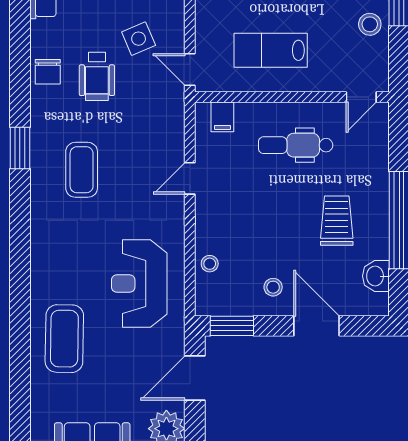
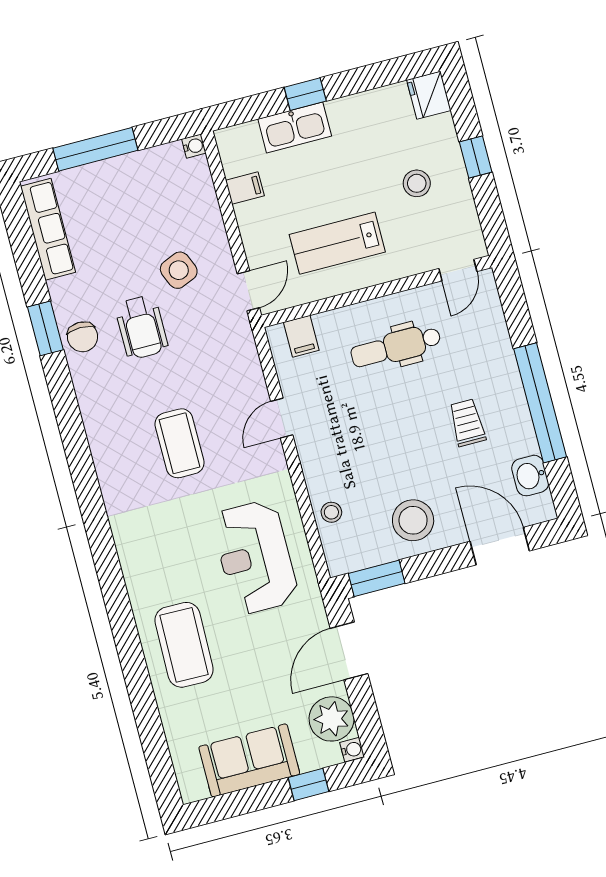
stool: (370, 24) -> (417, 183), moved
door: (190, 70) -> (248, 291), swing flipped
window: (20, 148) -> (45, 328), moved
coffee table: (82, 170) -> (180, 443), moved
trolley: (337, 221) -> (467, 423), width x0.73, depth x0.72
stool: (273, 287) -> (413, 520), width x1.89, depth x1.89
door: (317, 326) -> (500, 546), moved

